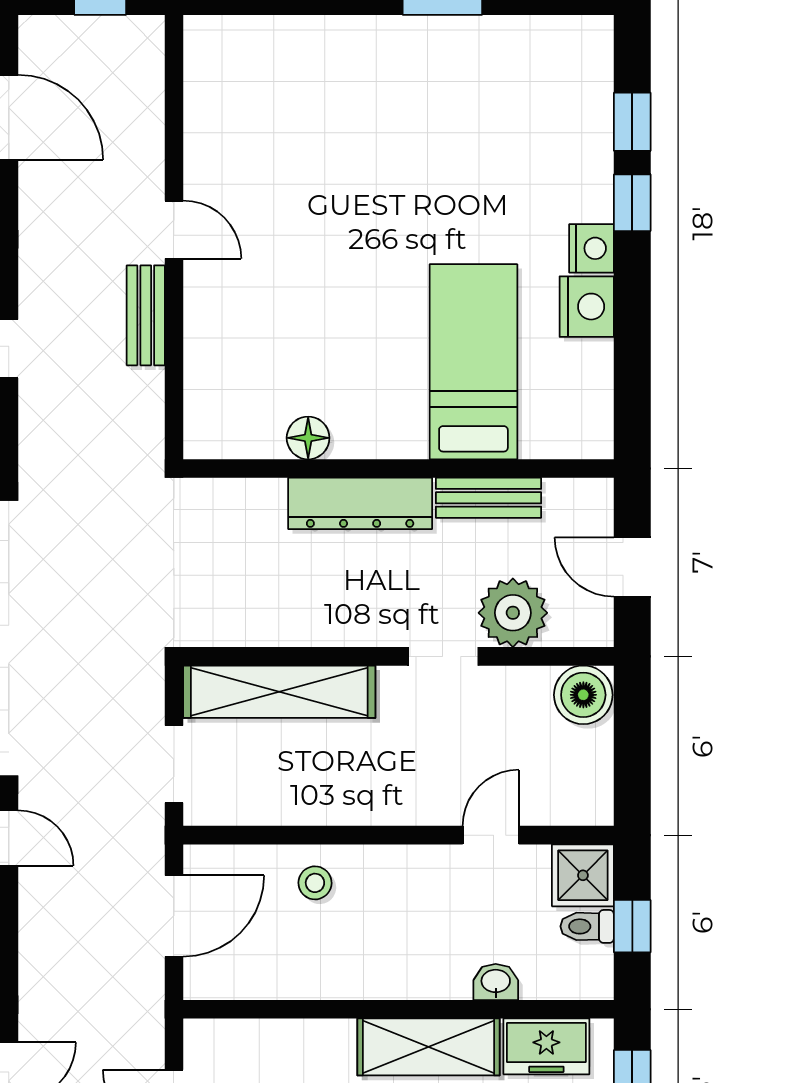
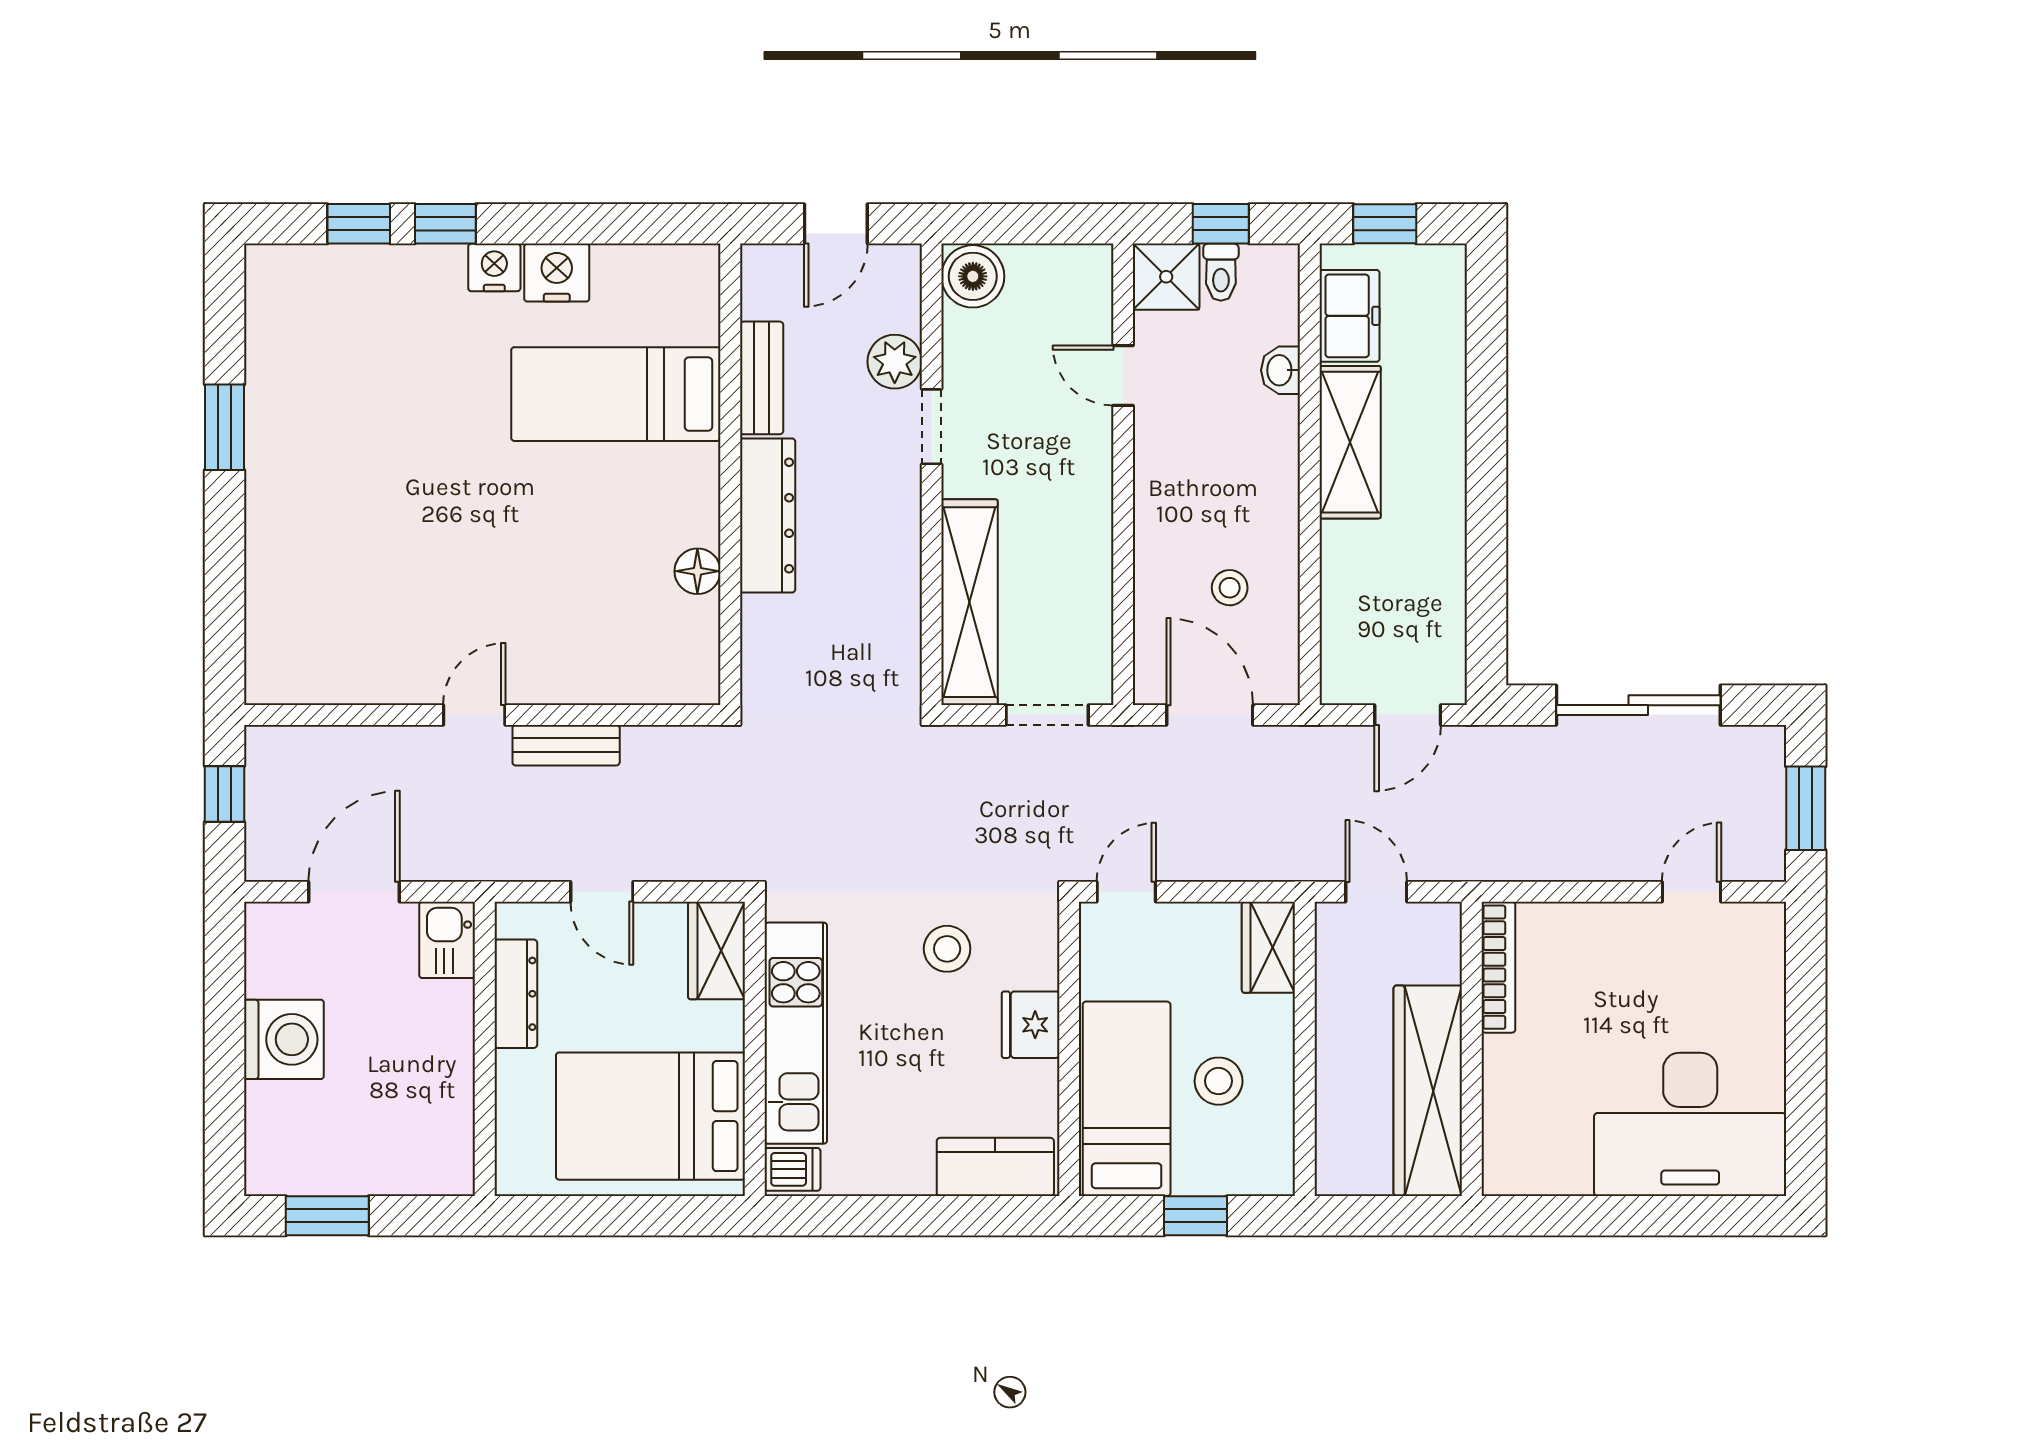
plant: (513, 613) -> (895, 362), width x0.73, depth x0.73
stool: (315, 883) -> (1230, 588), moved

